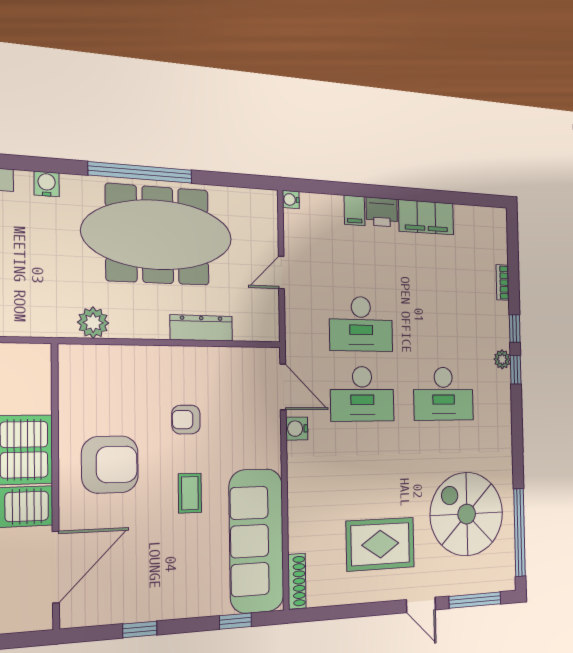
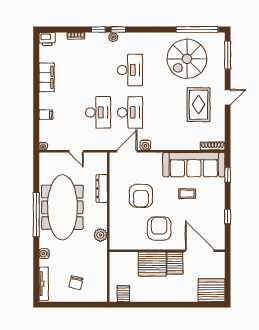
printer: (382, 212) -> (47, 39), moved, turned 90
armchair: (186, 420) -> (141, 196), width x1.88, depth x1.88
coffee table: (190, 493) -> (187, 194), moved
door: (421, 605) -> (228, 97), moved

